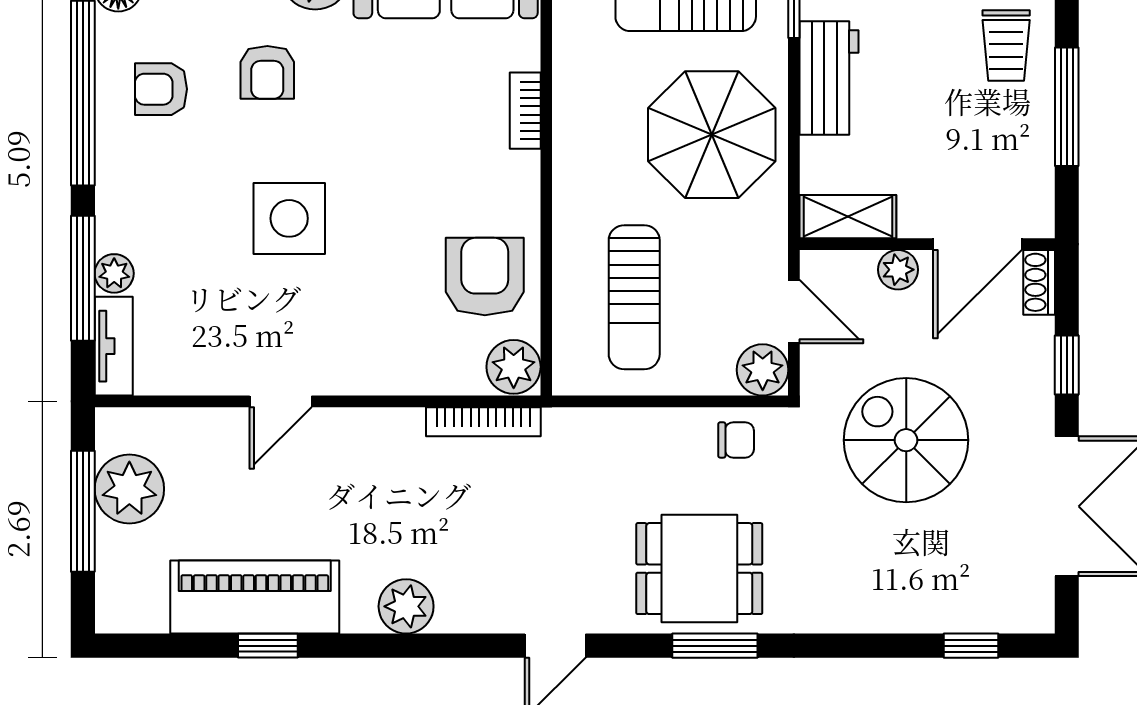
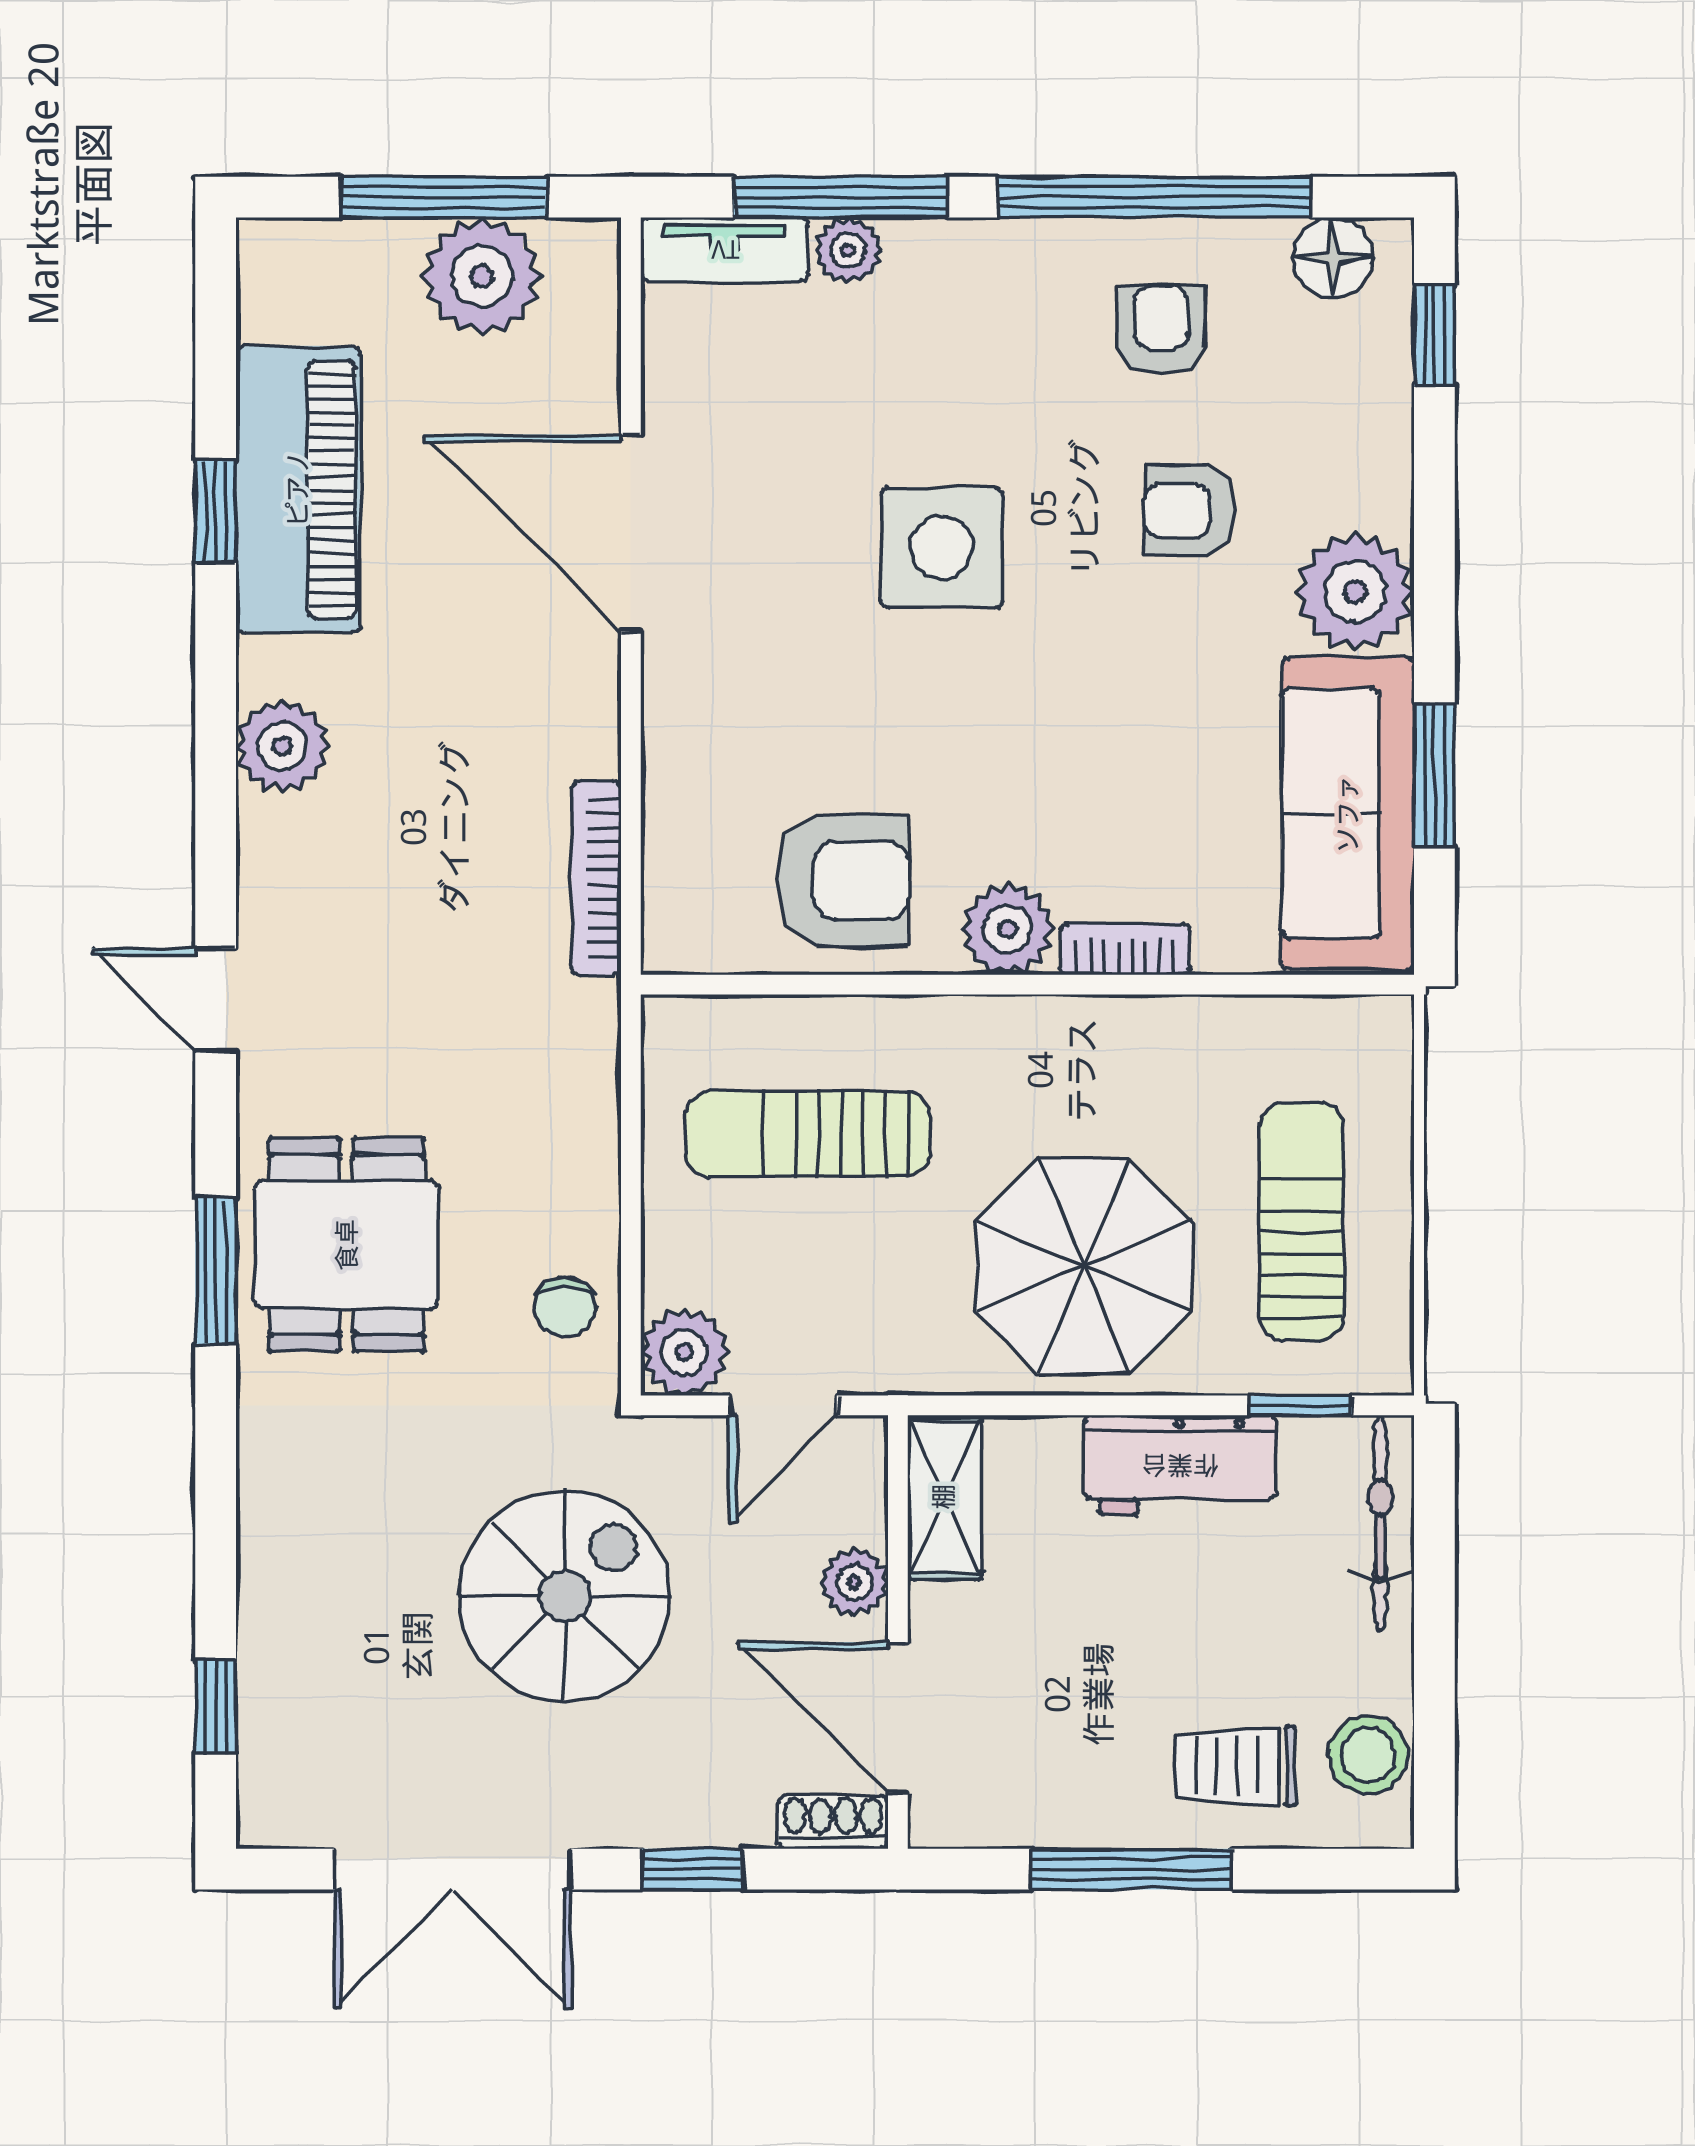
plant: (514, 367) -> (1008, 929), moved
door: (281, 401) -> (631, 533), width x1.87

